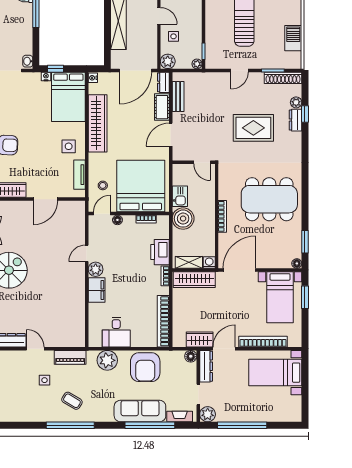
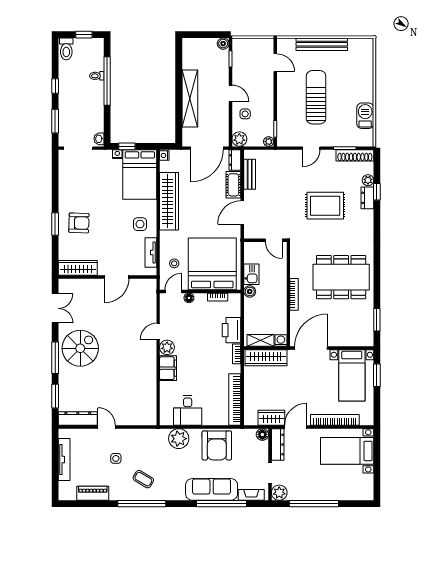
boiler: (183, 219) -> (250, 291), width x0.54, depth x0.54
floor lamp: (297, 263) -> (369, 342), removed
piano: (70, 357) -> (93, 493), moved, turned 180

